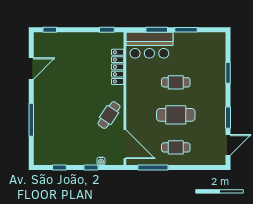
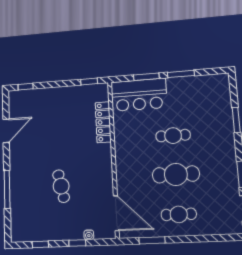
cafe table: (109, 115) -> (61, 186), moved, turned -46
window: (153, 167) -> (152, 240), width x0.69

